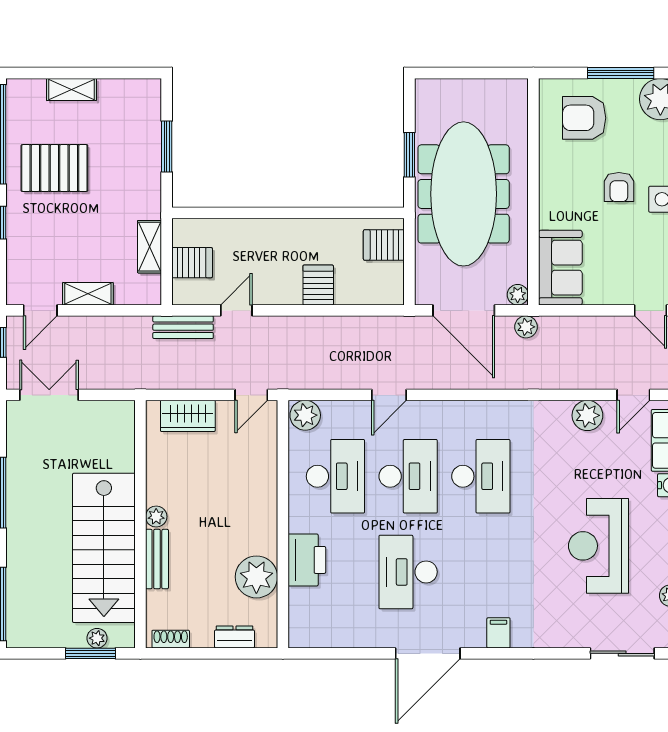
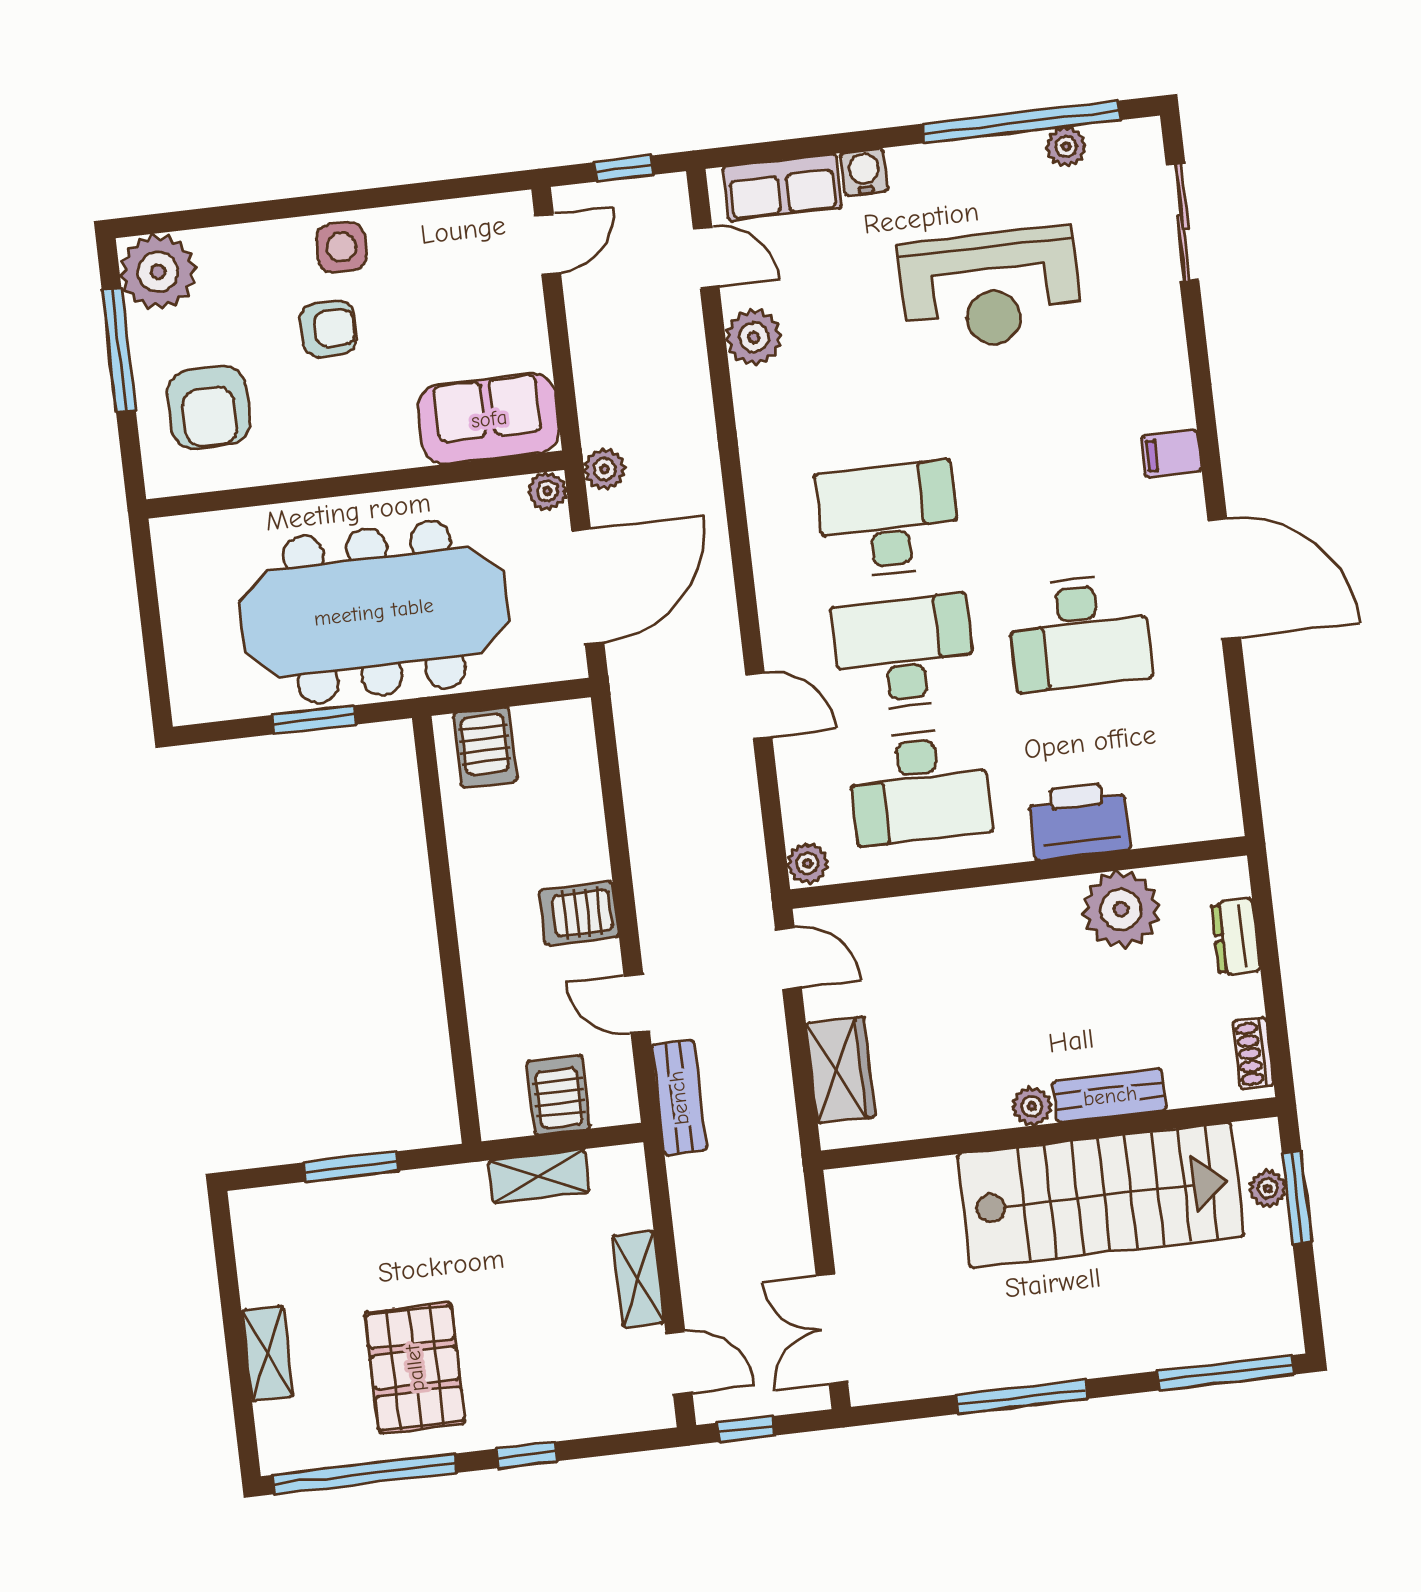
server rack: (318, 285) -> (579, 913), moved
plant: (305, 415) -> (807, 863), width x0.73, depth x0.73
desk: (335, 476) -> (920, 786), turned 180

